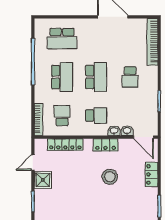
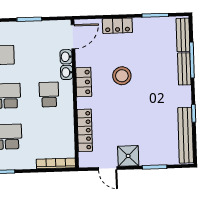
school desk: (62, 116) -> (50, 135), removed

